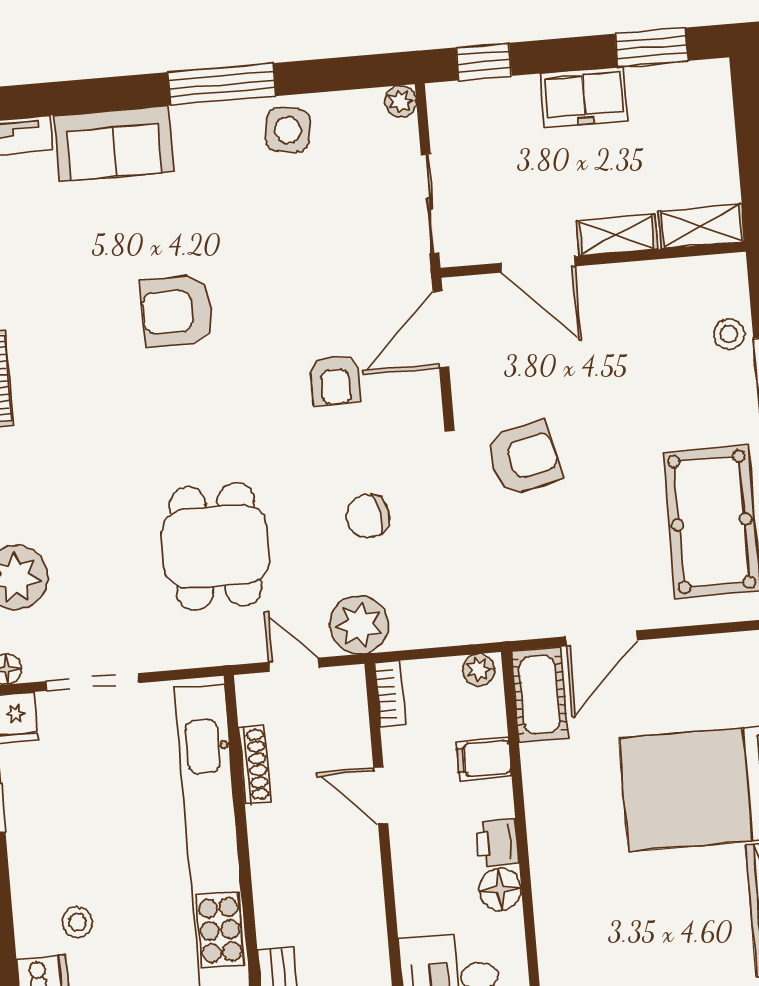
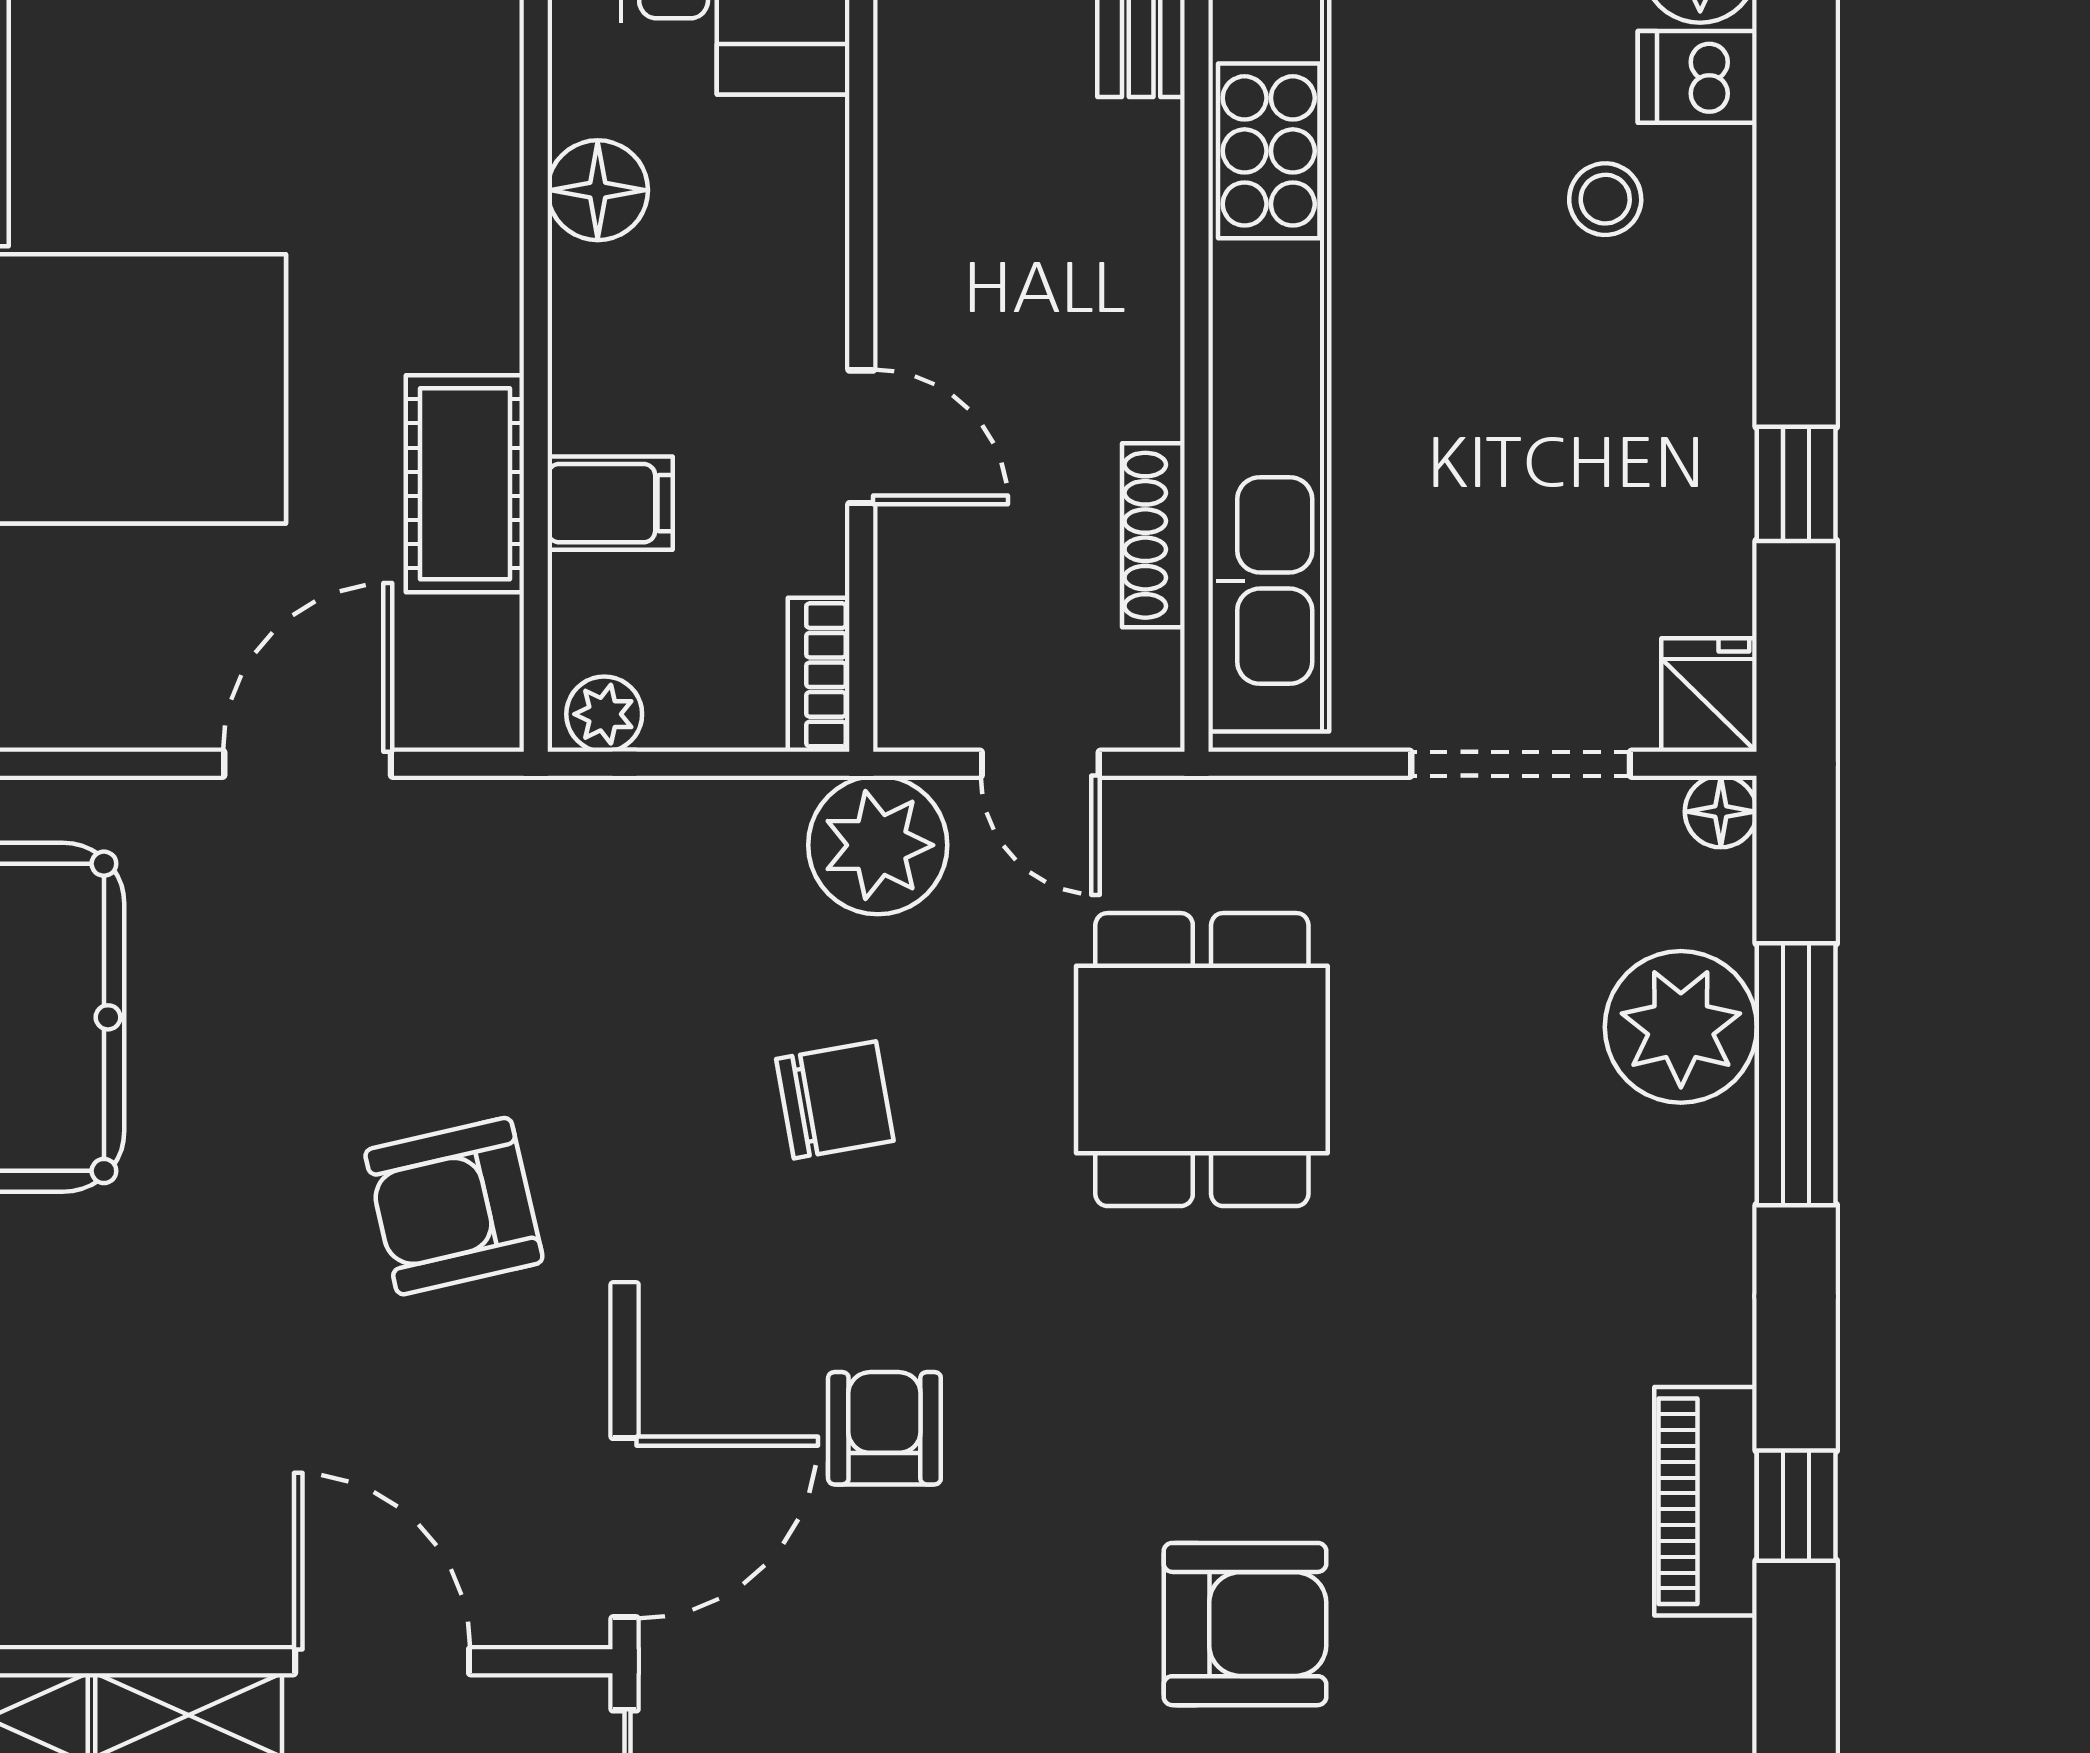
cot: (540, 695) -> (465, 484), moved
printer: (497, 843) -> (596, 301), removed

